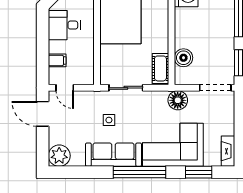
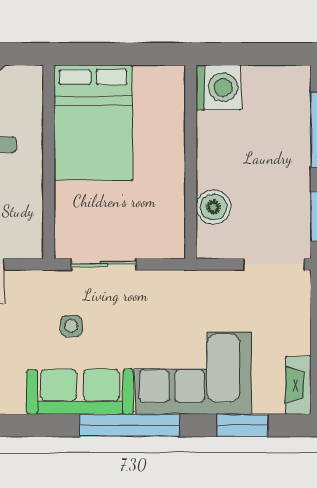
cot: (160, 68) -> (170, 227), removed
floor lamp: (178, 100) -> (203, 288), removed

